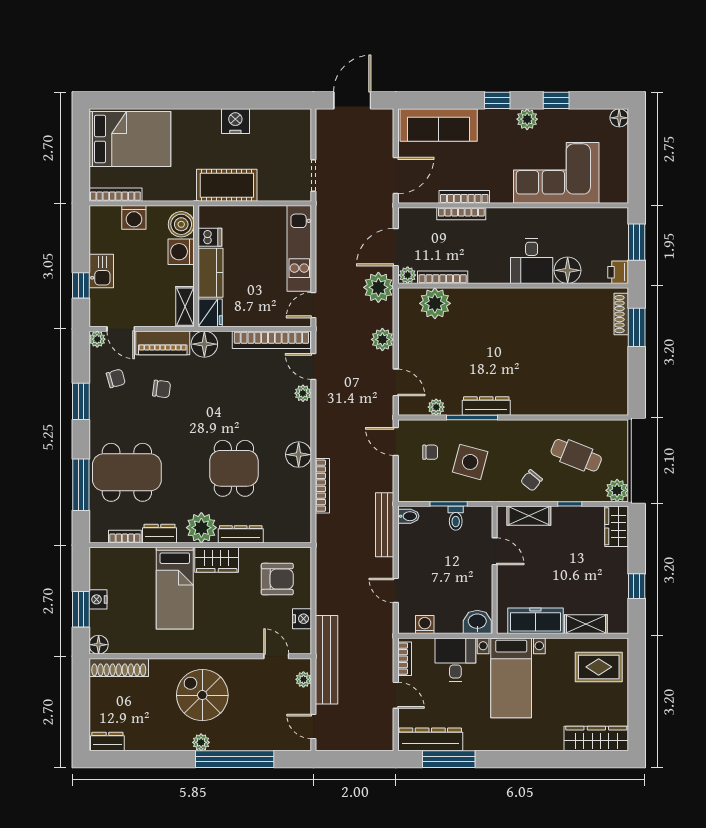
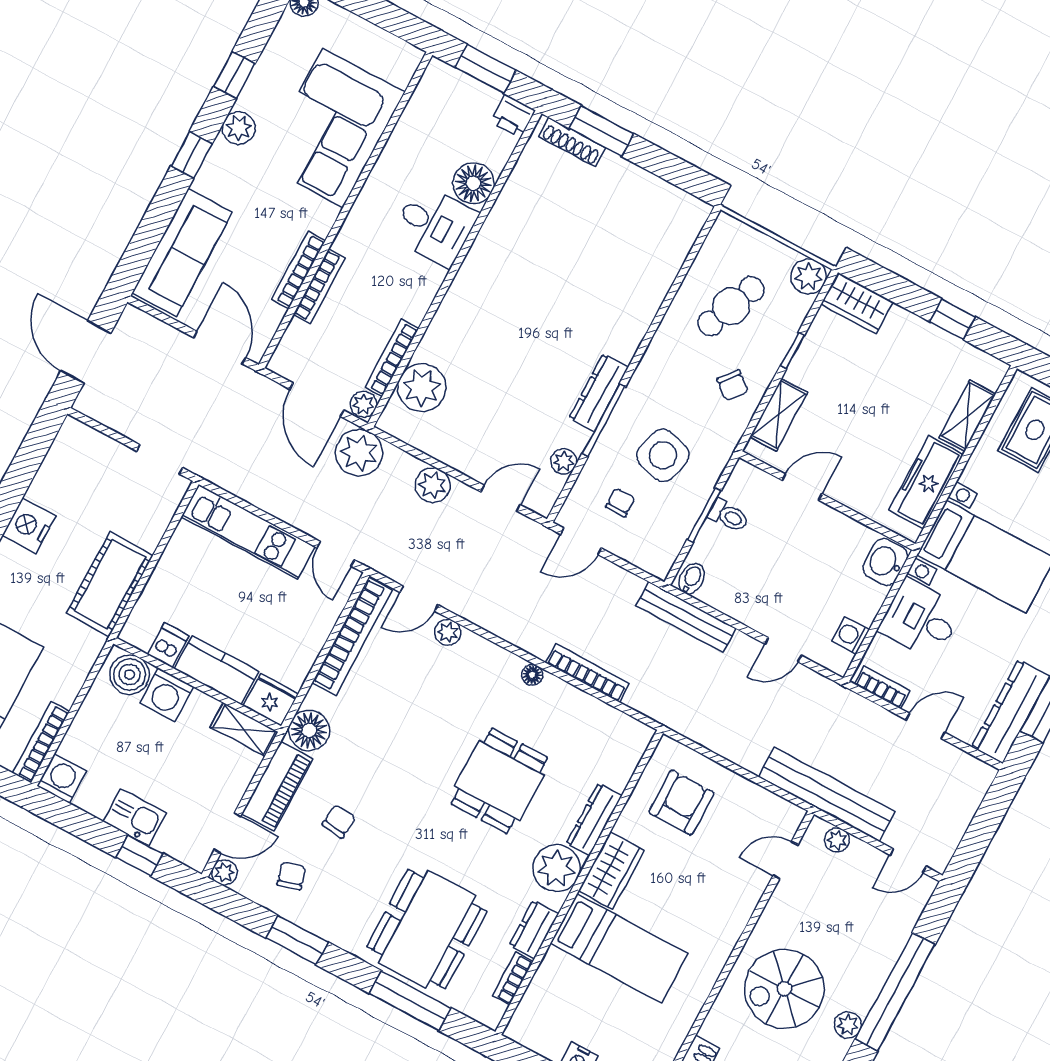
washing machine: (134, 217) -> (62, 779), moved, turned -90
floor lamp: (299, 455) -> (532, 675), width x0.53, depth x0.53
dining table: (234, 468) -> (499, 781), turned 90
nightstand: (302, 619) -> (753, 798), removed

